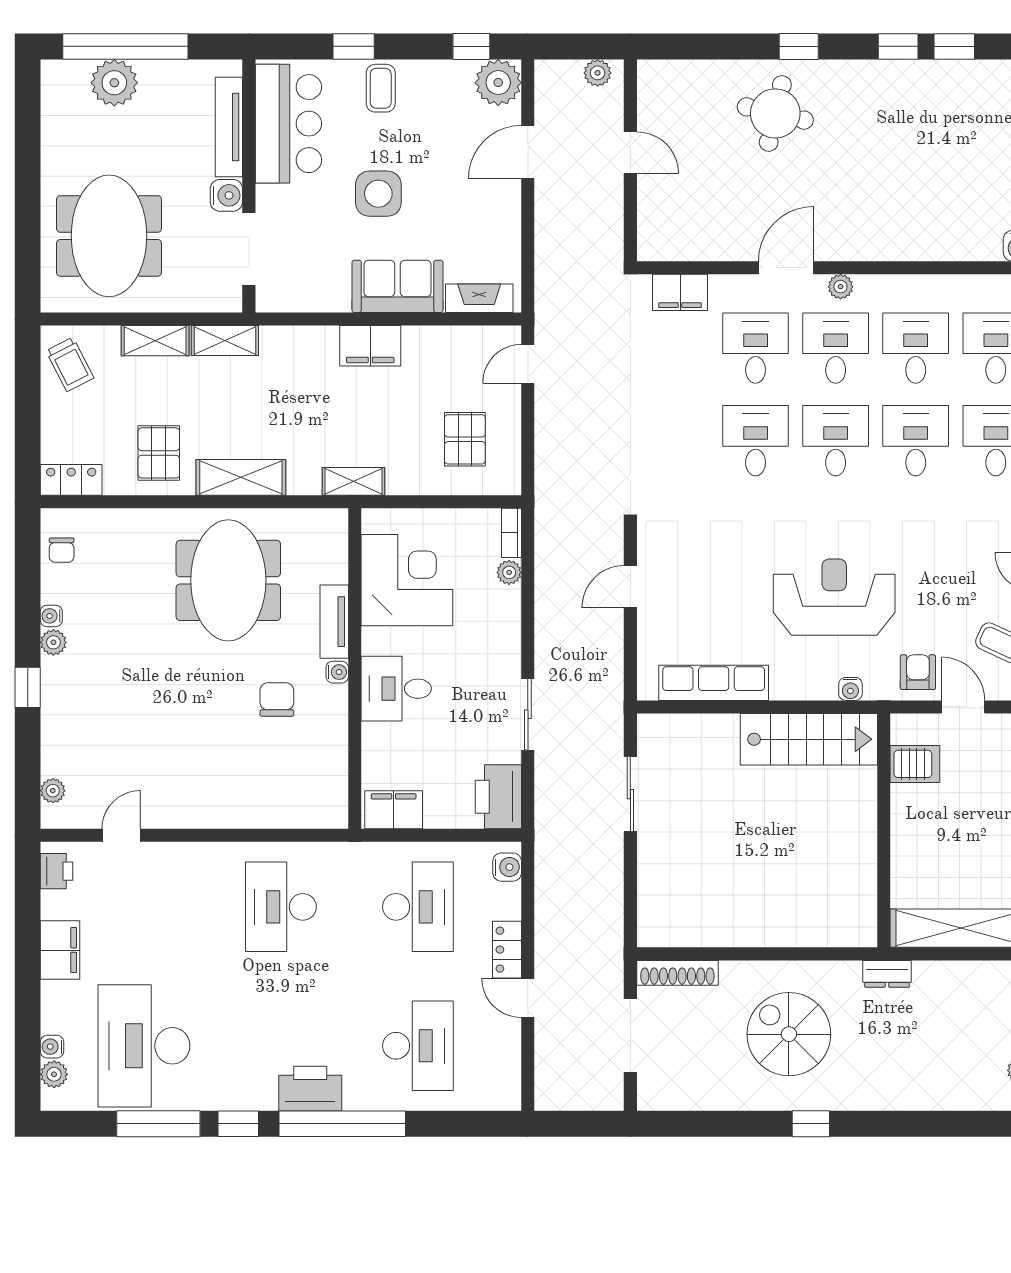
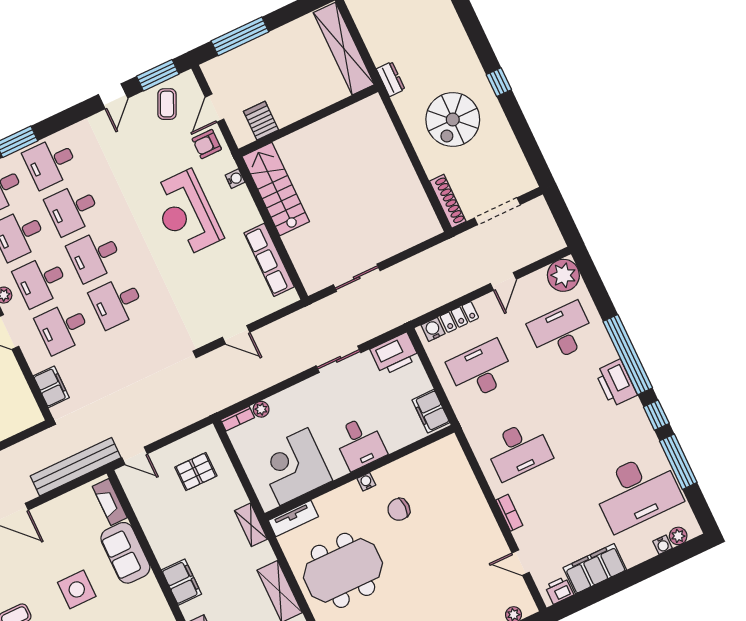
bench: (552, 274) -> (76, 467), added
filing cabinet: (370, 346) -> (182, 582), moved
tv unit: (334, 622) -> (293, 519), moved
bookcase: (199, 852) -> (509, 513), added
filing cabinet: (60, 950) -> (595, 569), width x1.50, depth x1.17
locker: (507, 950) -> (459, 317), moved
plant: (497, 1086) -> (563, 275), added

